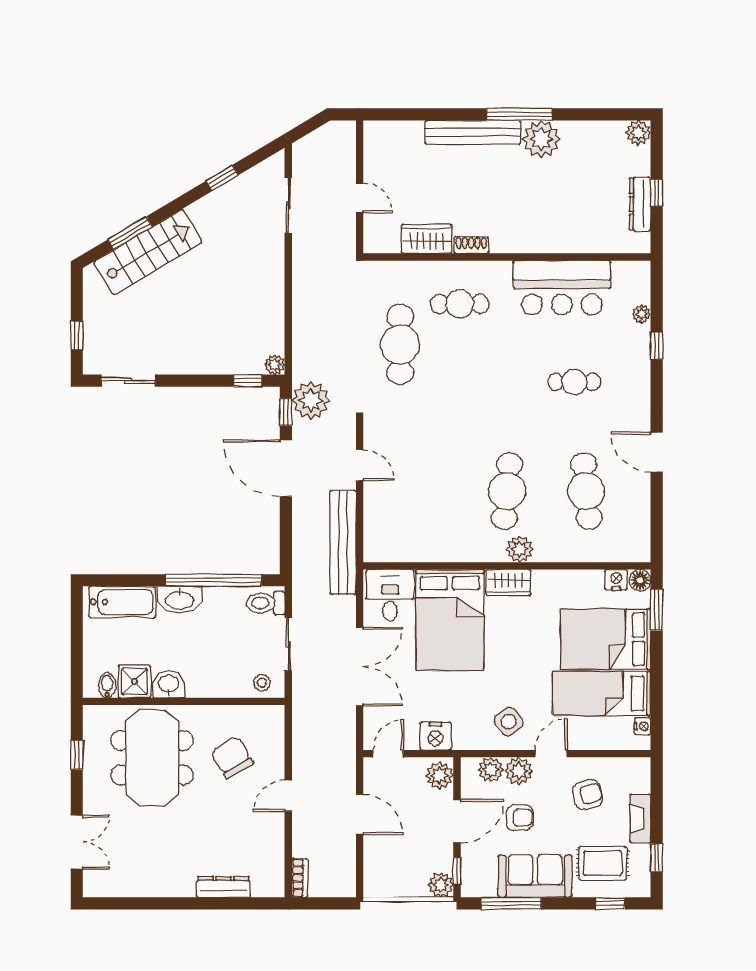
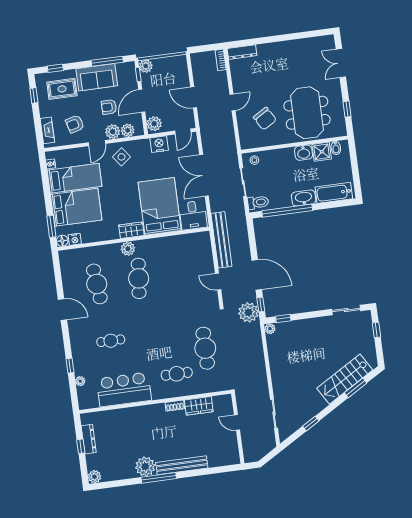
fireplace: (640, 818) -> (47, 130), moved
dresser: (223, 887) -> (242, 52), moved

